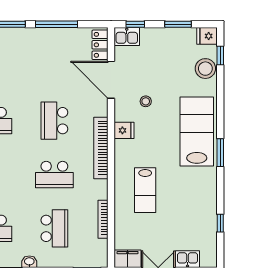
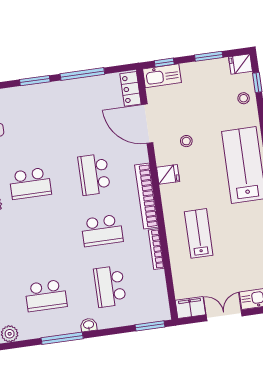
kitchen sink: (127, 37) -> (162, 76), width x1.38
stool: (205, 69) -> (244, 98), width x0.53, depth x0.53
lab bench: (145, 190) -> (199, 233), turned 180
bookcase: (103, 219) -> (156, 249), moved
school desk: (54, 228) -> (110, 287), turned 180

